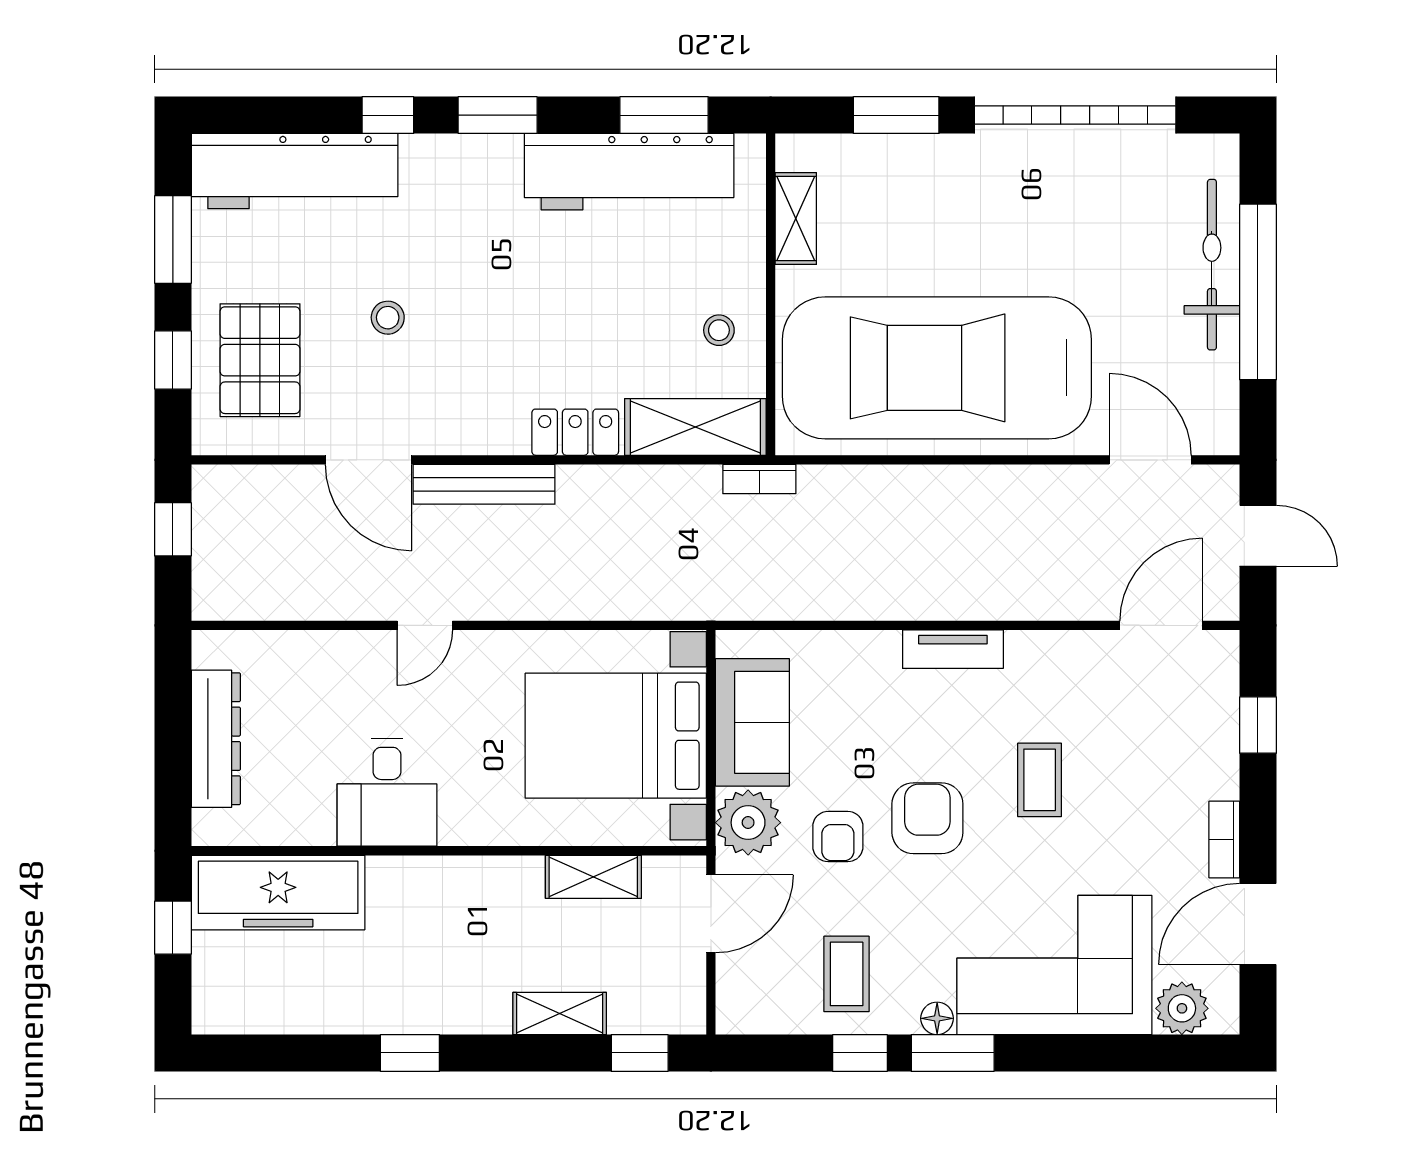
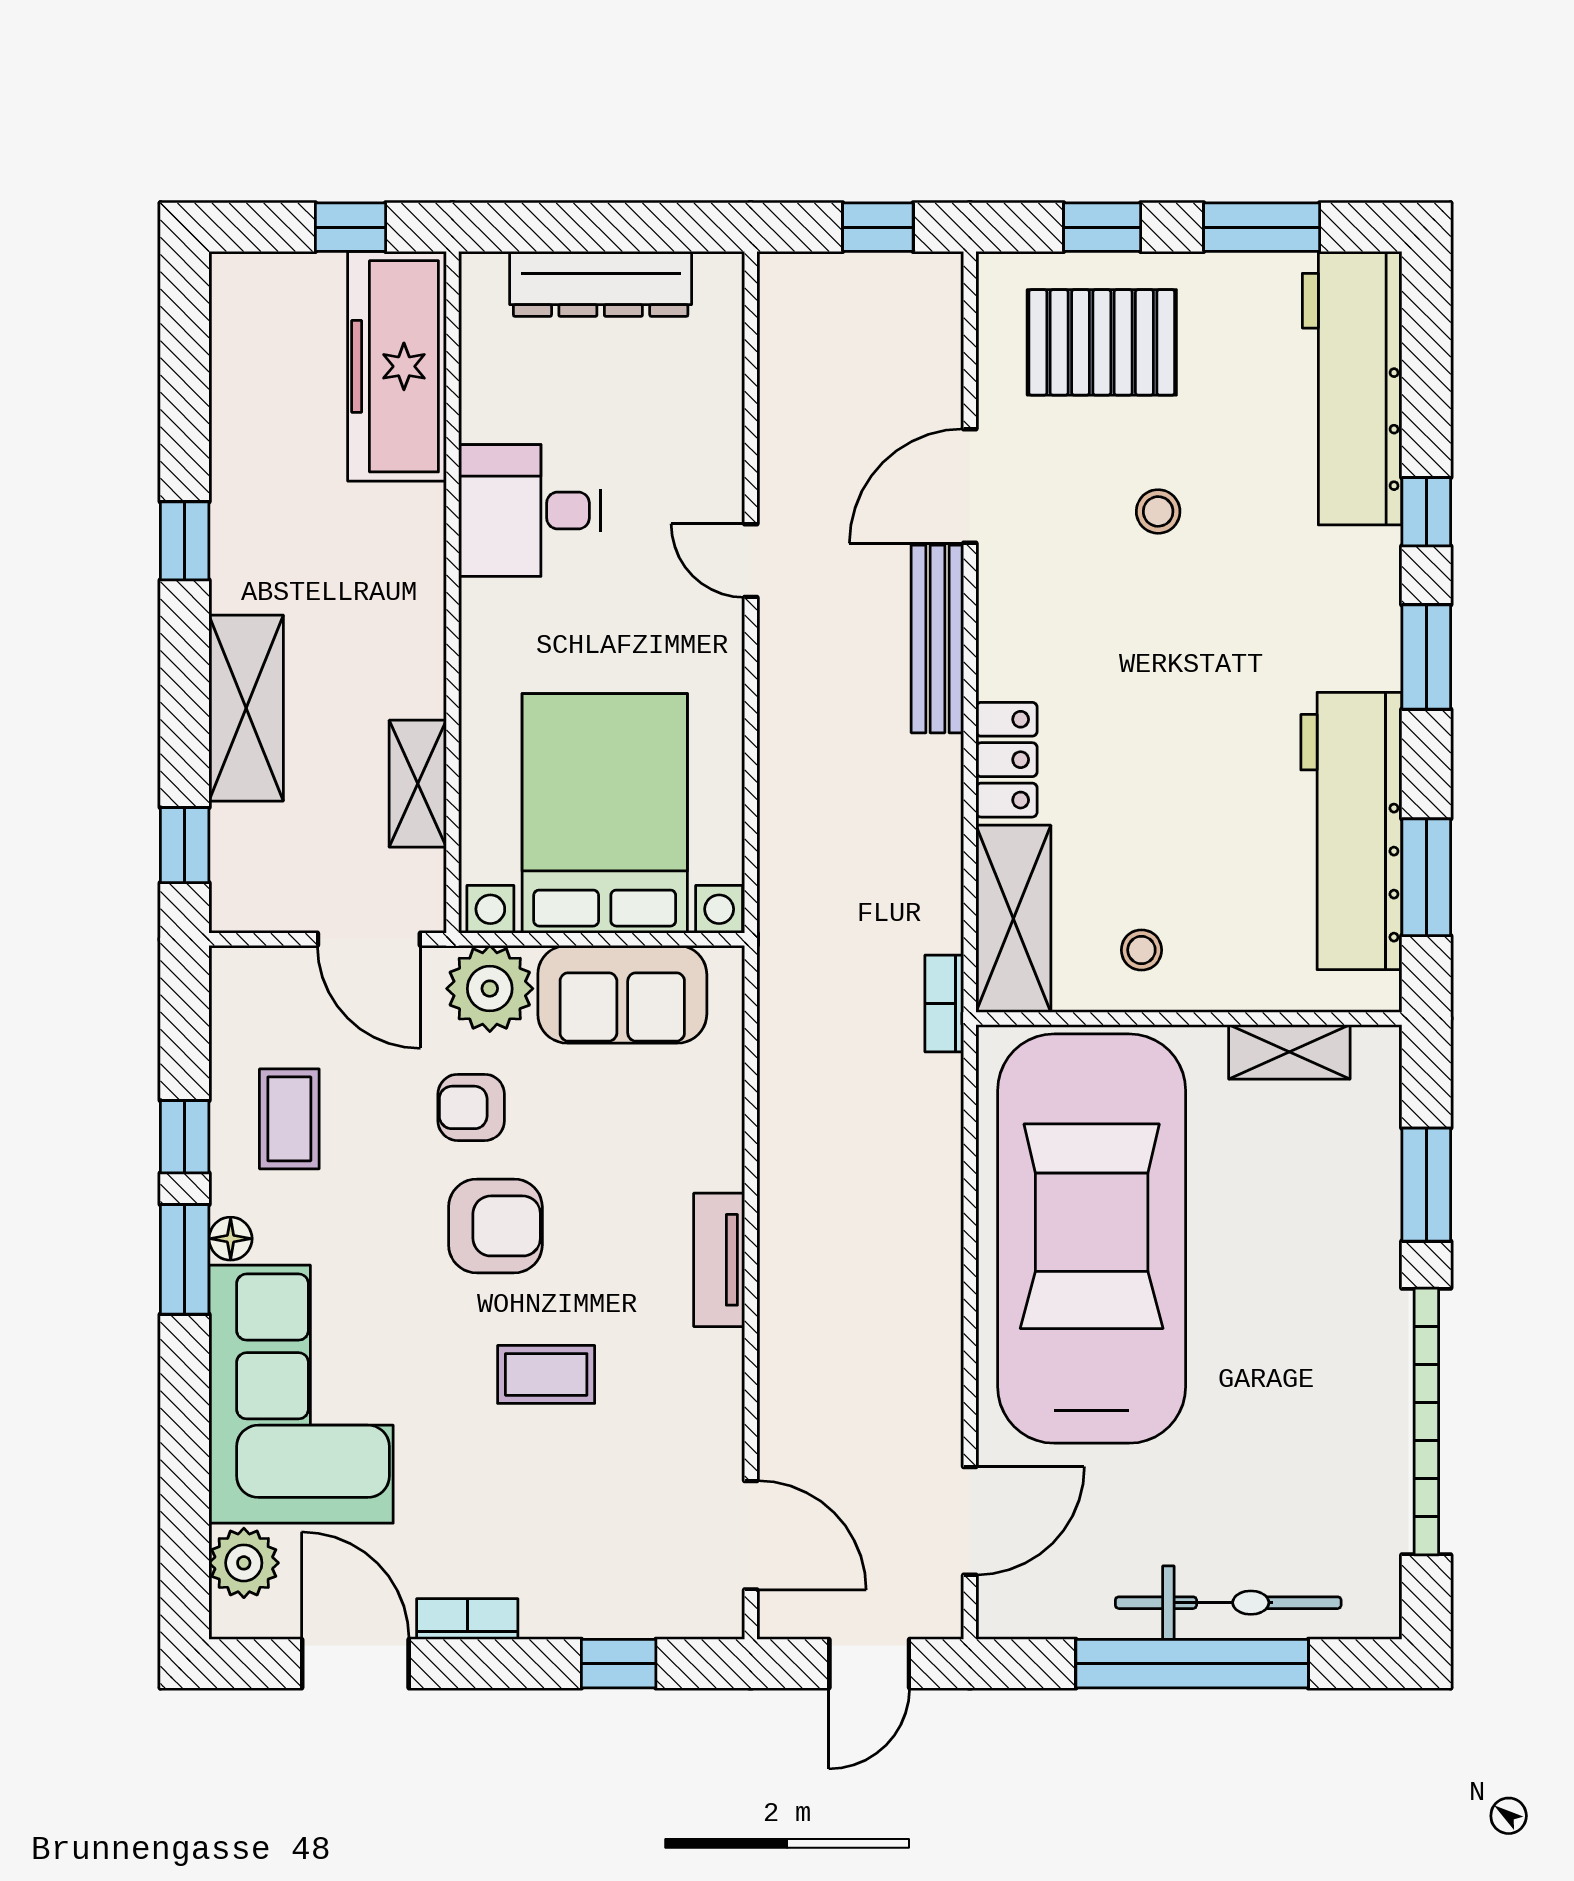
coffee table: (847, 974) -> (289, 1119), turned 90
shelving: (560, 1014) -> (246, 708), width x1.50, depth x1.33

